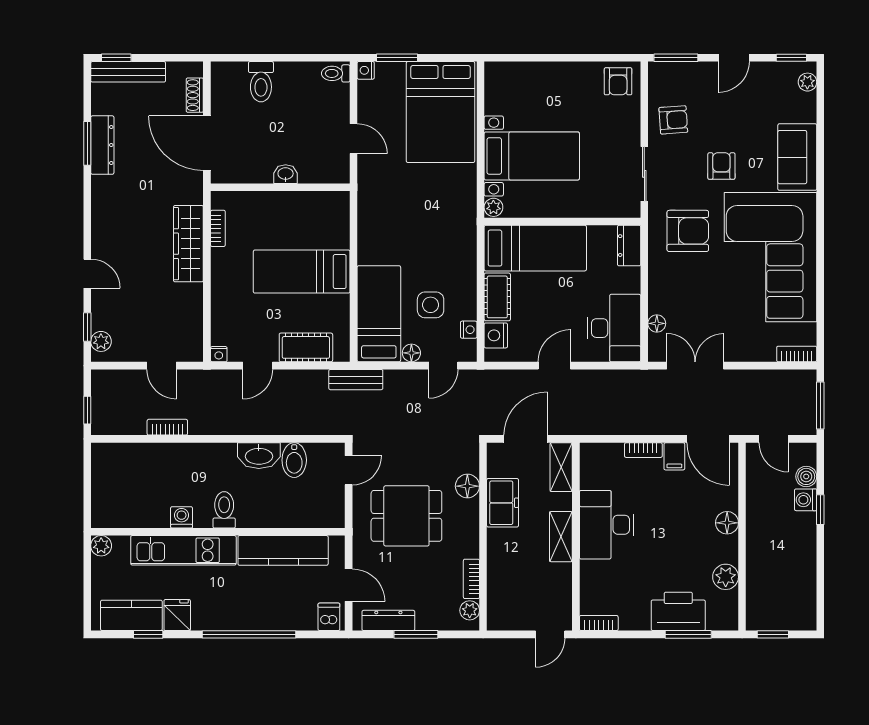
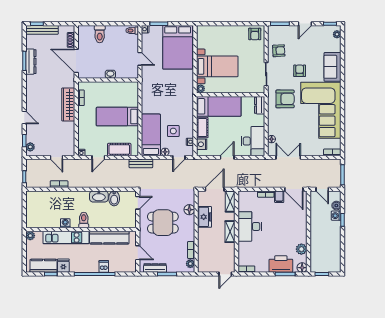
floor lamp: (727, 523) -> (302, 268), moved
dishwasher: (329, 617) -> (104, 266), moved

